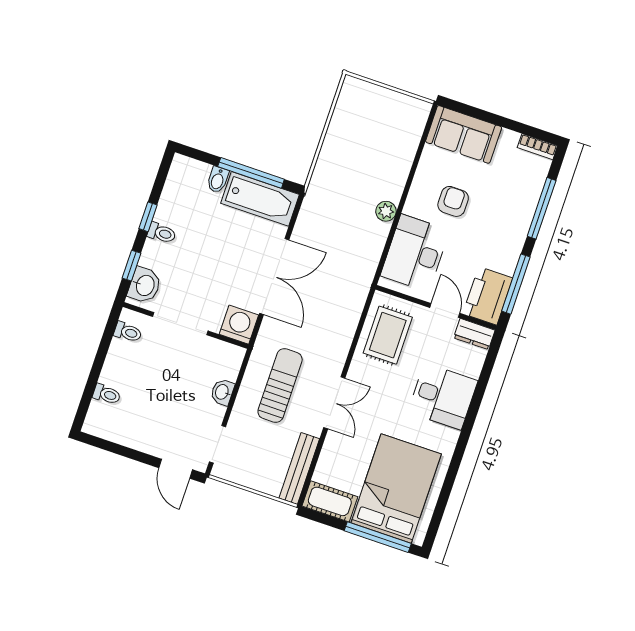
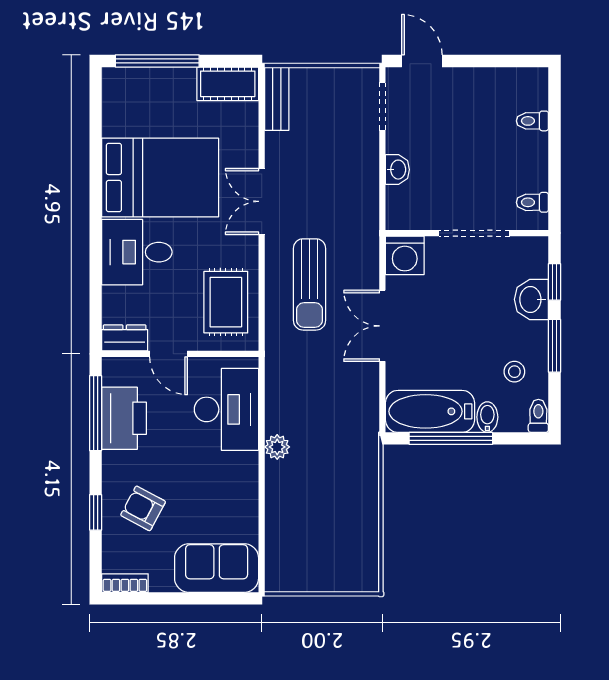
armchair: (453, 201) -> (143, 508), moved, turned 118
stool: (185, 207) -> (514, 372), added
window: (542, 208) -> (96, 512), width x0.46
window: (148, 217) -> (555, 346), width x1.50
toilet: (162, 233) -> (538, 416), moved, turned 90
double door: (274, 277) -> (382, 326), width x0.73
washbasin: (144, 285) -> (531, 299), moved
printer: (488, 296) -> (124, 418), moved
sun lounger: (280, 386) -> (310, 284), moved
bench: (299, 469) -> (277, 99), width x0.73
bed: (396, 488) -> (160, 177), moved, turned -90

